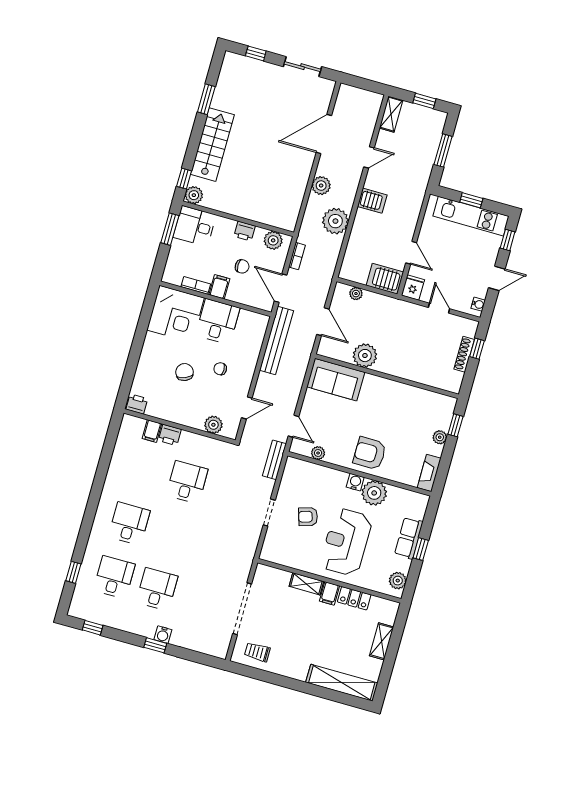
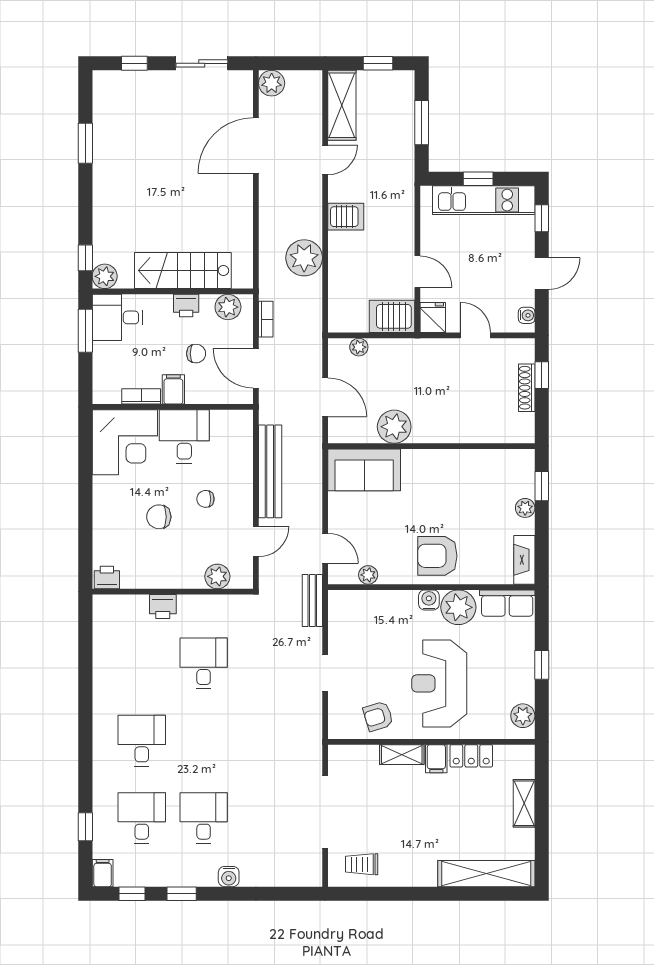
shelving: (391, 114) -> (342, 105), width x1.50, depth x1.33
stairs: (212, 145) -> (183, 270), moved, turned -90
plant: (321, 186) -> (272, 83), moved
bench: (277, 340) -> (270, 471), moved
chair: (185, 372) -> (159, 517), turned -69
filing cabinet: (152, 431) -> (103, 873), moved, turned 180
armchair: (308, 517) -> (378, 716), moved
row of seats: (409, 538) -> (507, 603), moved, turned -90
window: (155, 645) -> (182, 894), moved

